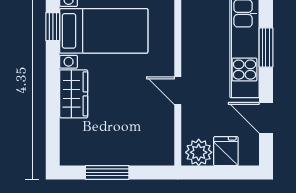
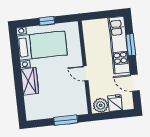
window: (53, 27) -> (14, 46), removed
window: (107, 172) -> (66, 120), moved

